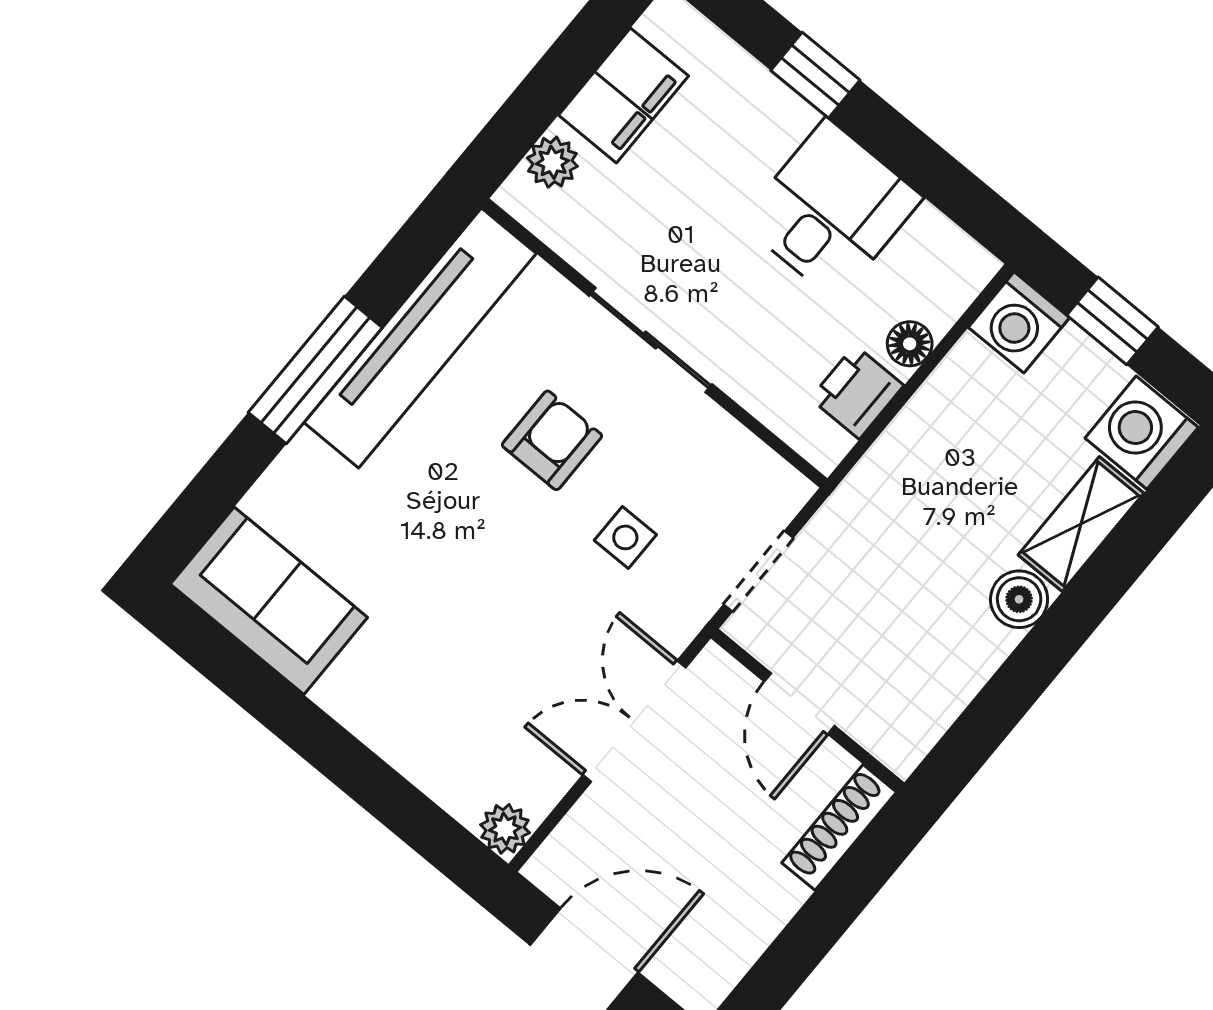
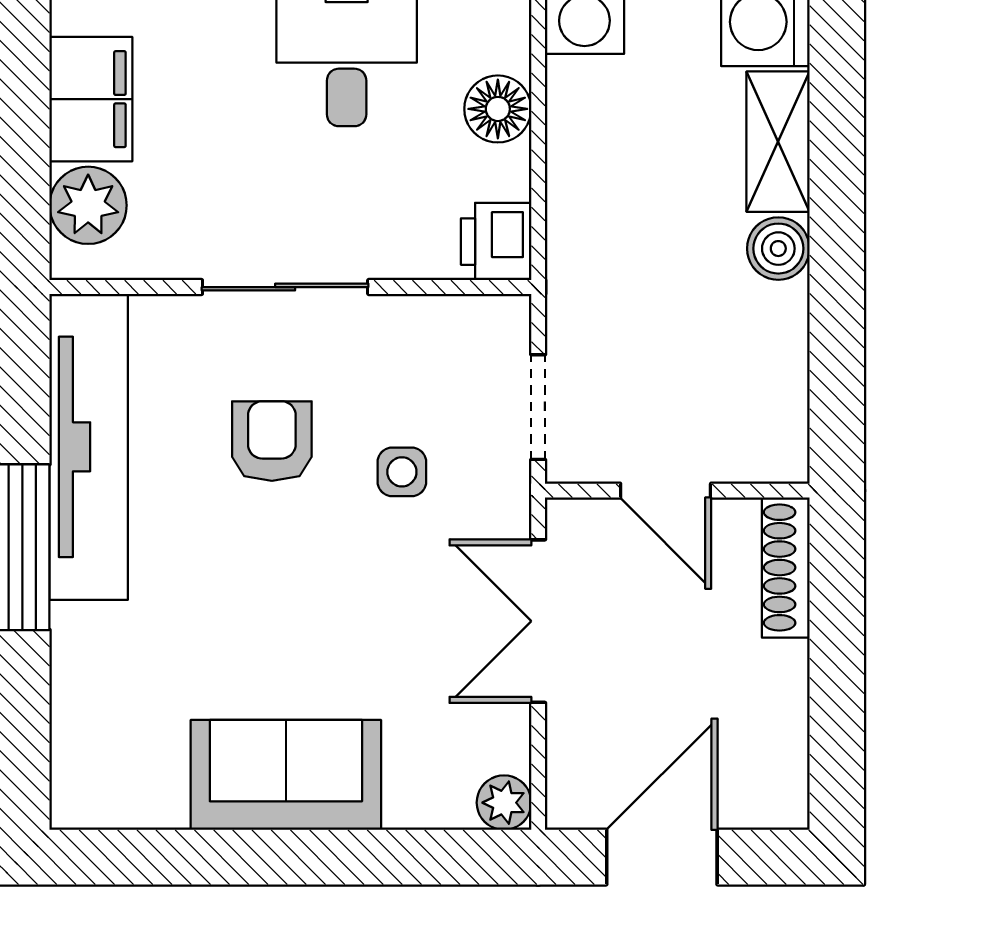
plant: (552, 162) -> (88, 205), width x1.38, depth x1.38
floor lamp: (910, 344) -> (498, 109), width x1.37, depth x1.37
printer: (857, 392) -> (496, 242), moved
sofa: (269, 601) -> (286, 775), moved

